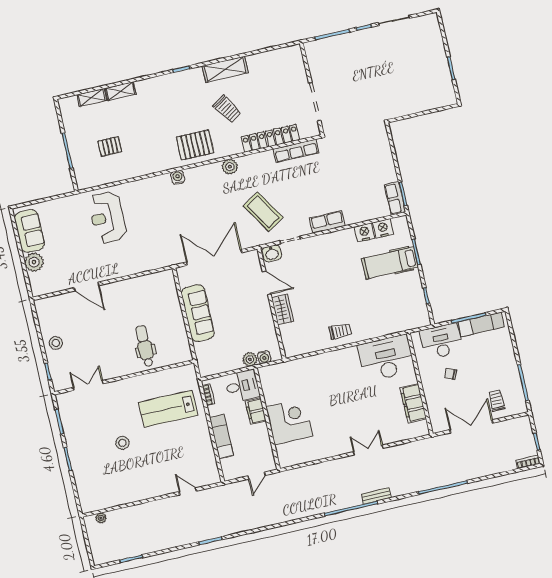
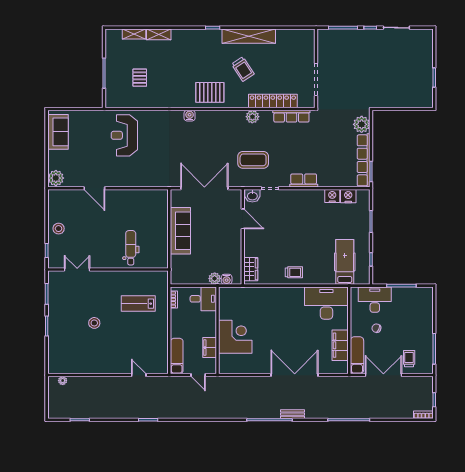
shelving: (225, 69) -> (249, 36), width x1.47
plant: (379, 142) -> (362, 124), added
pallet: (110, 146) -> (140, 78), turned 90
plant: (230, 167) -> (252, 117), moved
row of seats: (395, 198) -> (364, 160), width x2.02
coffee table: (263, 212) -> (253, 160), turned -58
plant: (34, 262) -> (56, 178), moved
hospital bed: (390, 263) -> (345, 262), moved, turned 90
wardrobe: (283, 310) -> (251, 269), moved
exam couch: (481, 324) -> (357, 355), moved, turned -90
lab bench: (168, 409) -> (138, 304), width x0.73, depth x0.72
filing cabinet: (256, 411) -> (210, 348), moved
exam couch: (221, 436) -> (177, 356), moved
double door: (368, 450) -> (295, 375), width x1.87
door: (257, 476) -> (198, 375), hinge flipped

